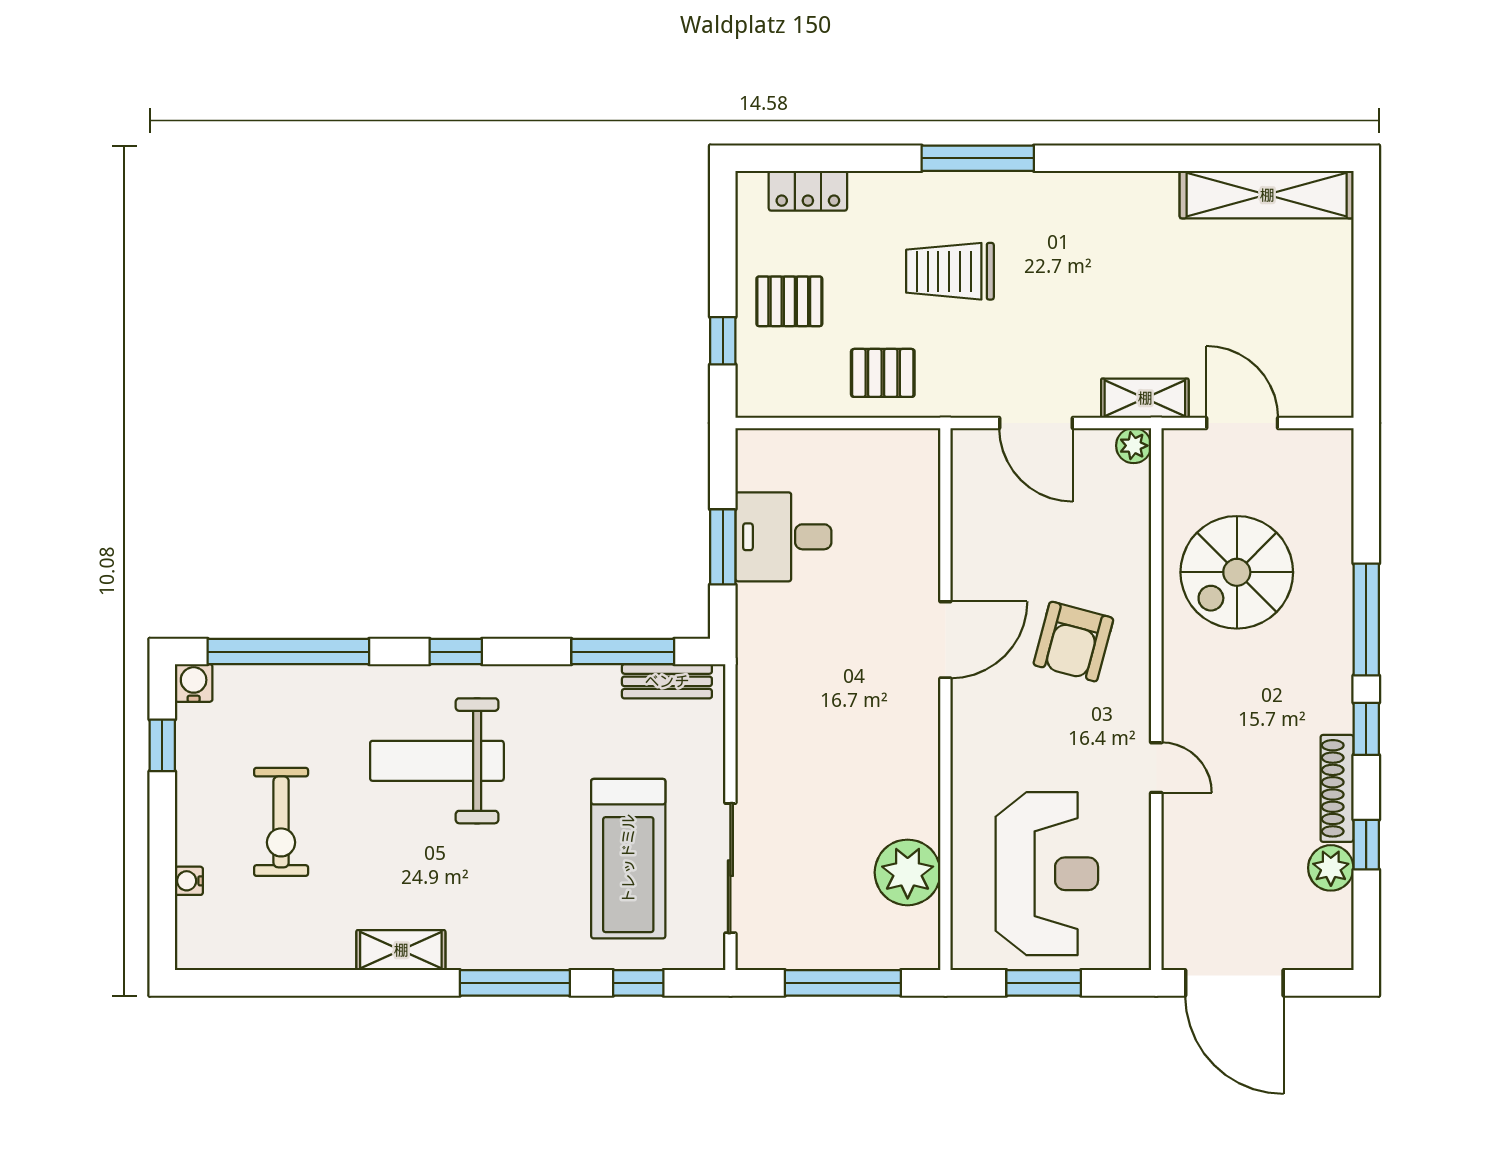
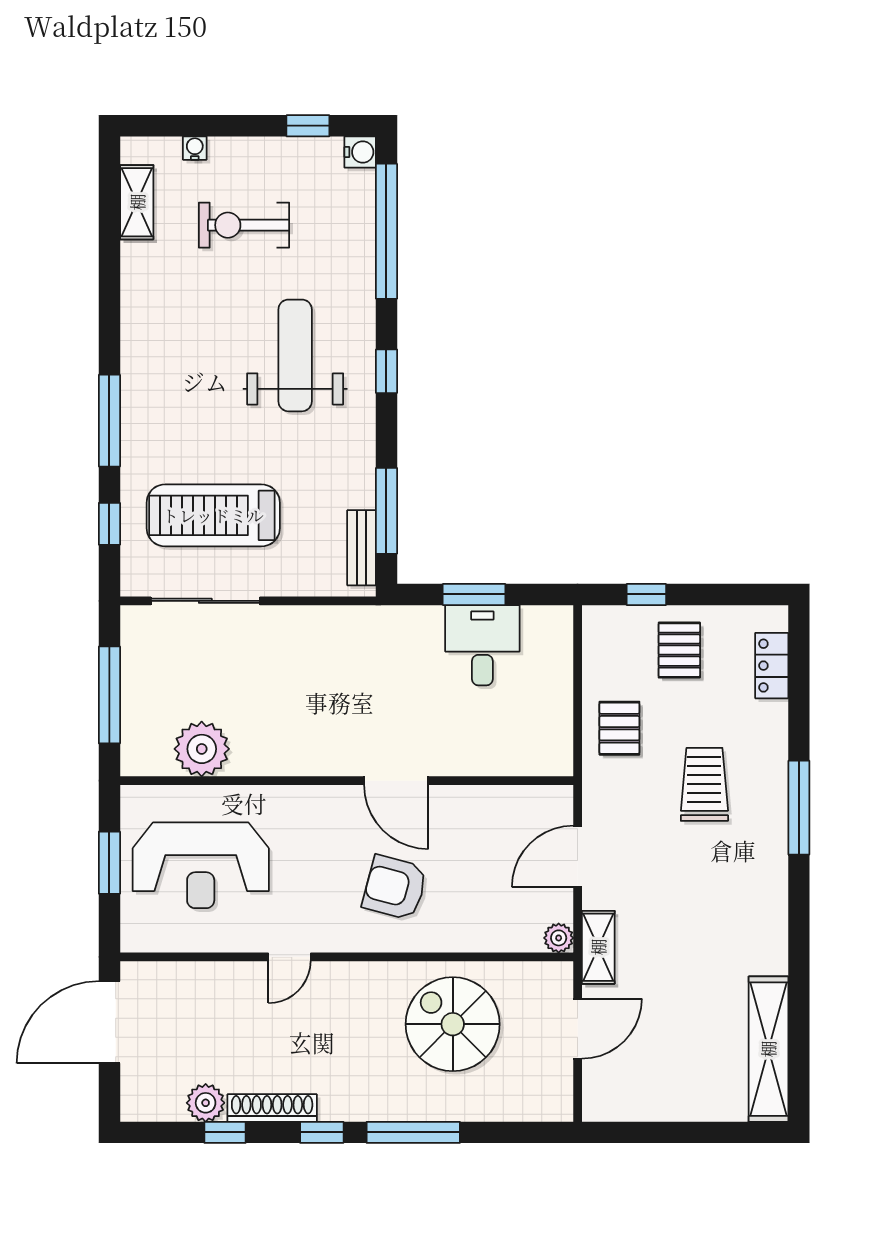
shelving: (401, 950) -> (137, 202), moved

